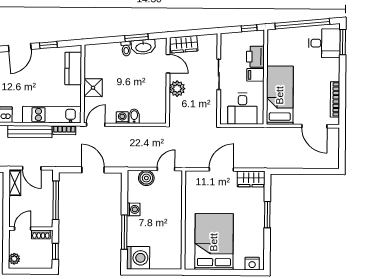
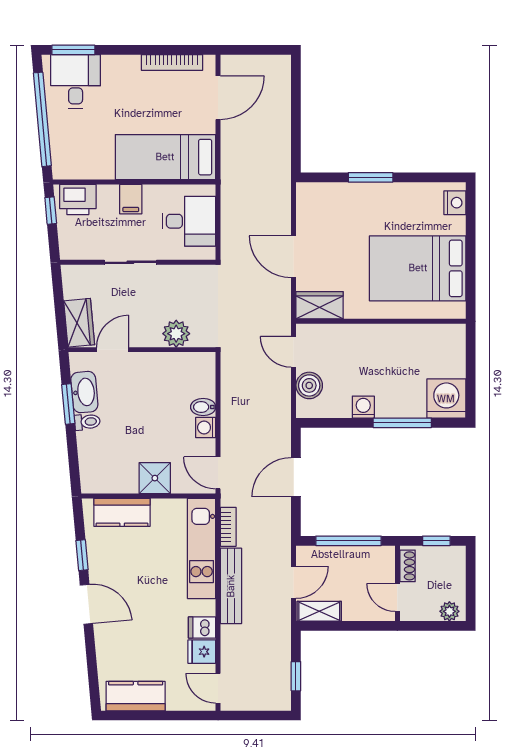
printer: (255, 57) -> (78, 199), moved
plant: (177, 89) -> (176, 334), moved
wardrobe: (251, 179) -> (320, 305), moved, turned -90

